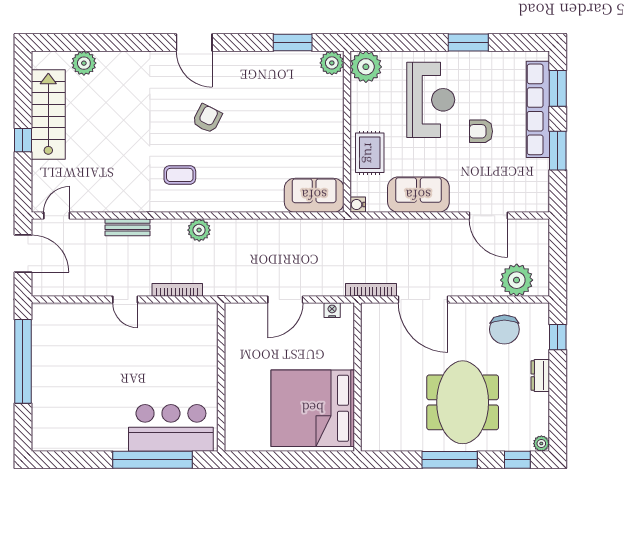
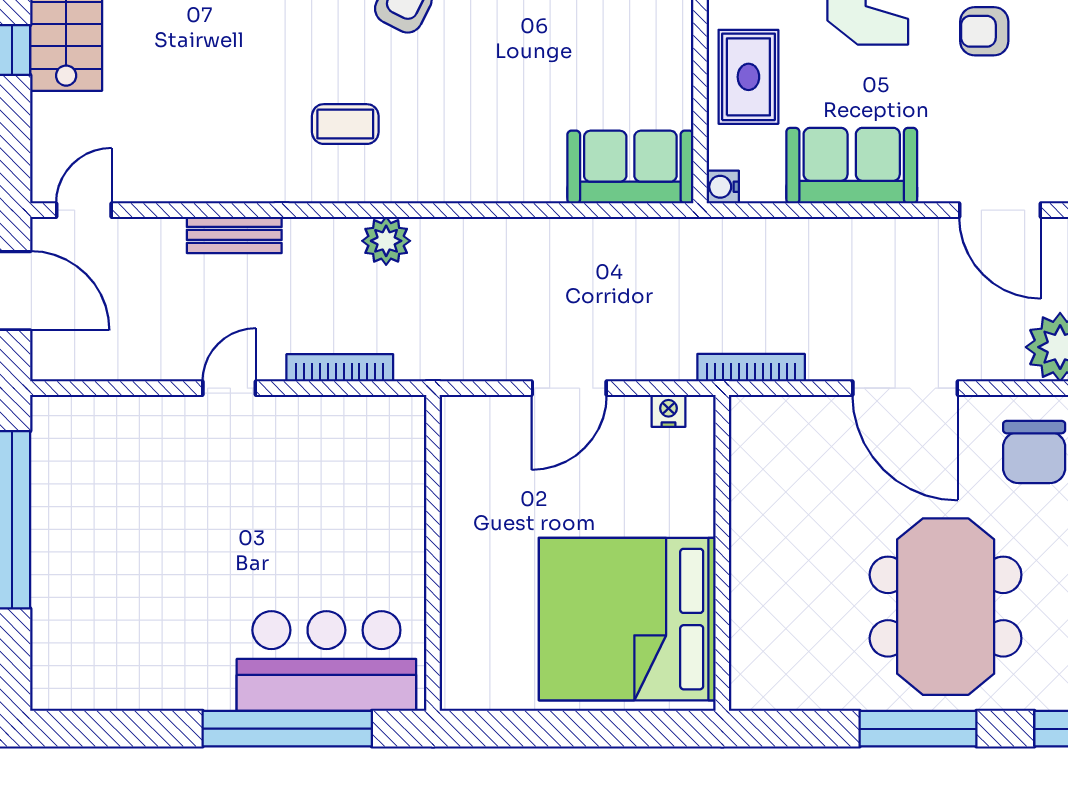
door: (125, 299) -> (229, 388), swing flipped
door: (423, 299) -> (905, 388), moved

